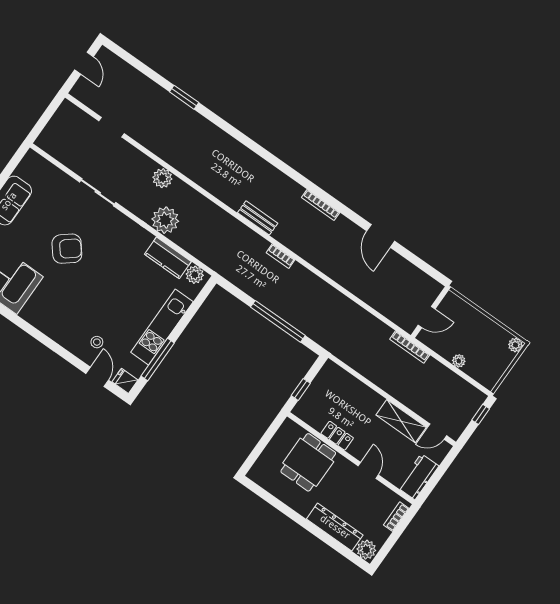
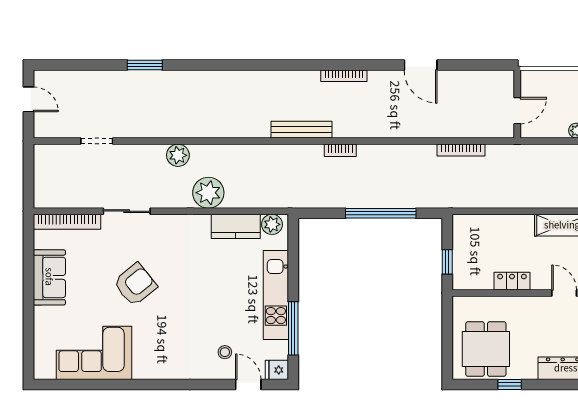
bookcase: (50, 170) -> (67, 222), added
bench: (258, 218) -> (302, 130), width x1.36
bookcase: (410, 347) -> (461, 150), moved
dining table: (308, 462) -> (486, 349), moved
window: (284, 508) -> (510, 385), added

